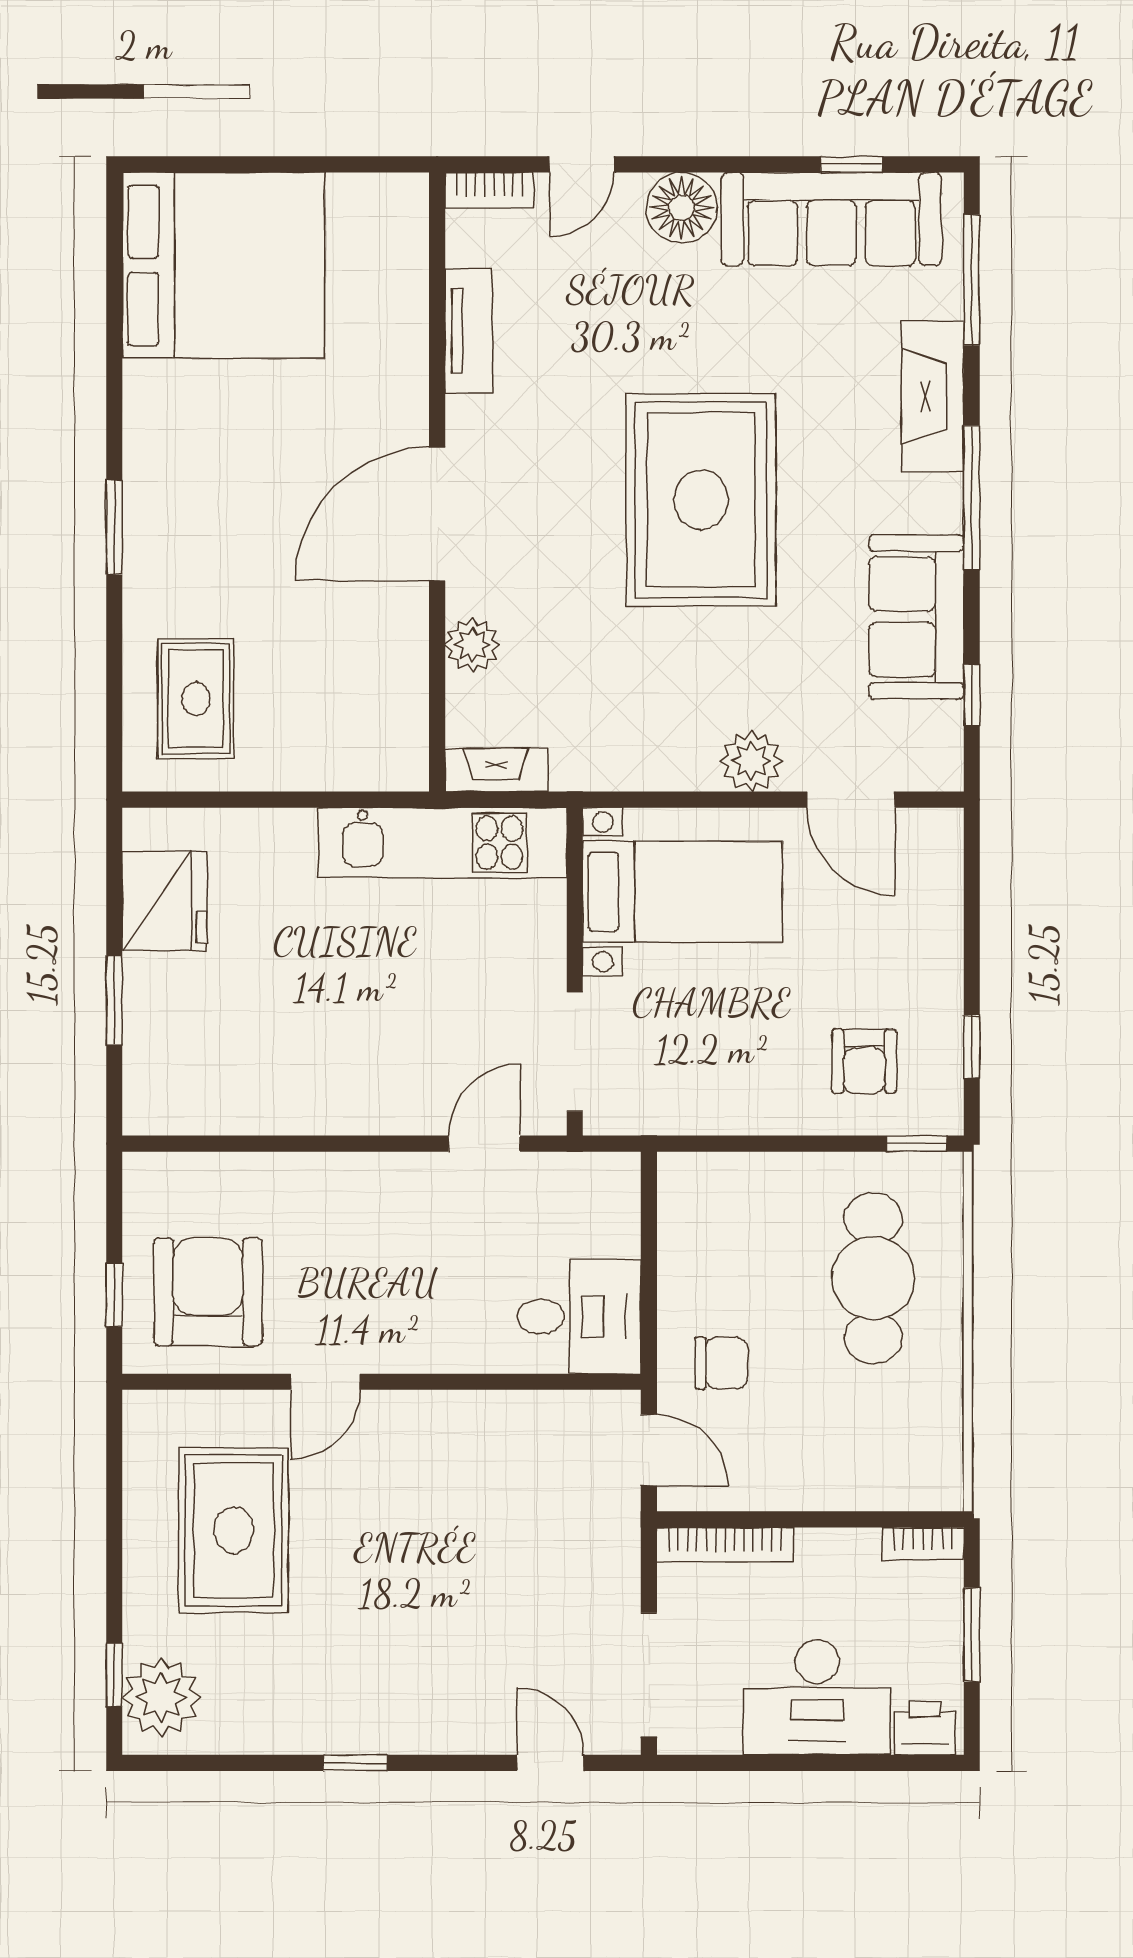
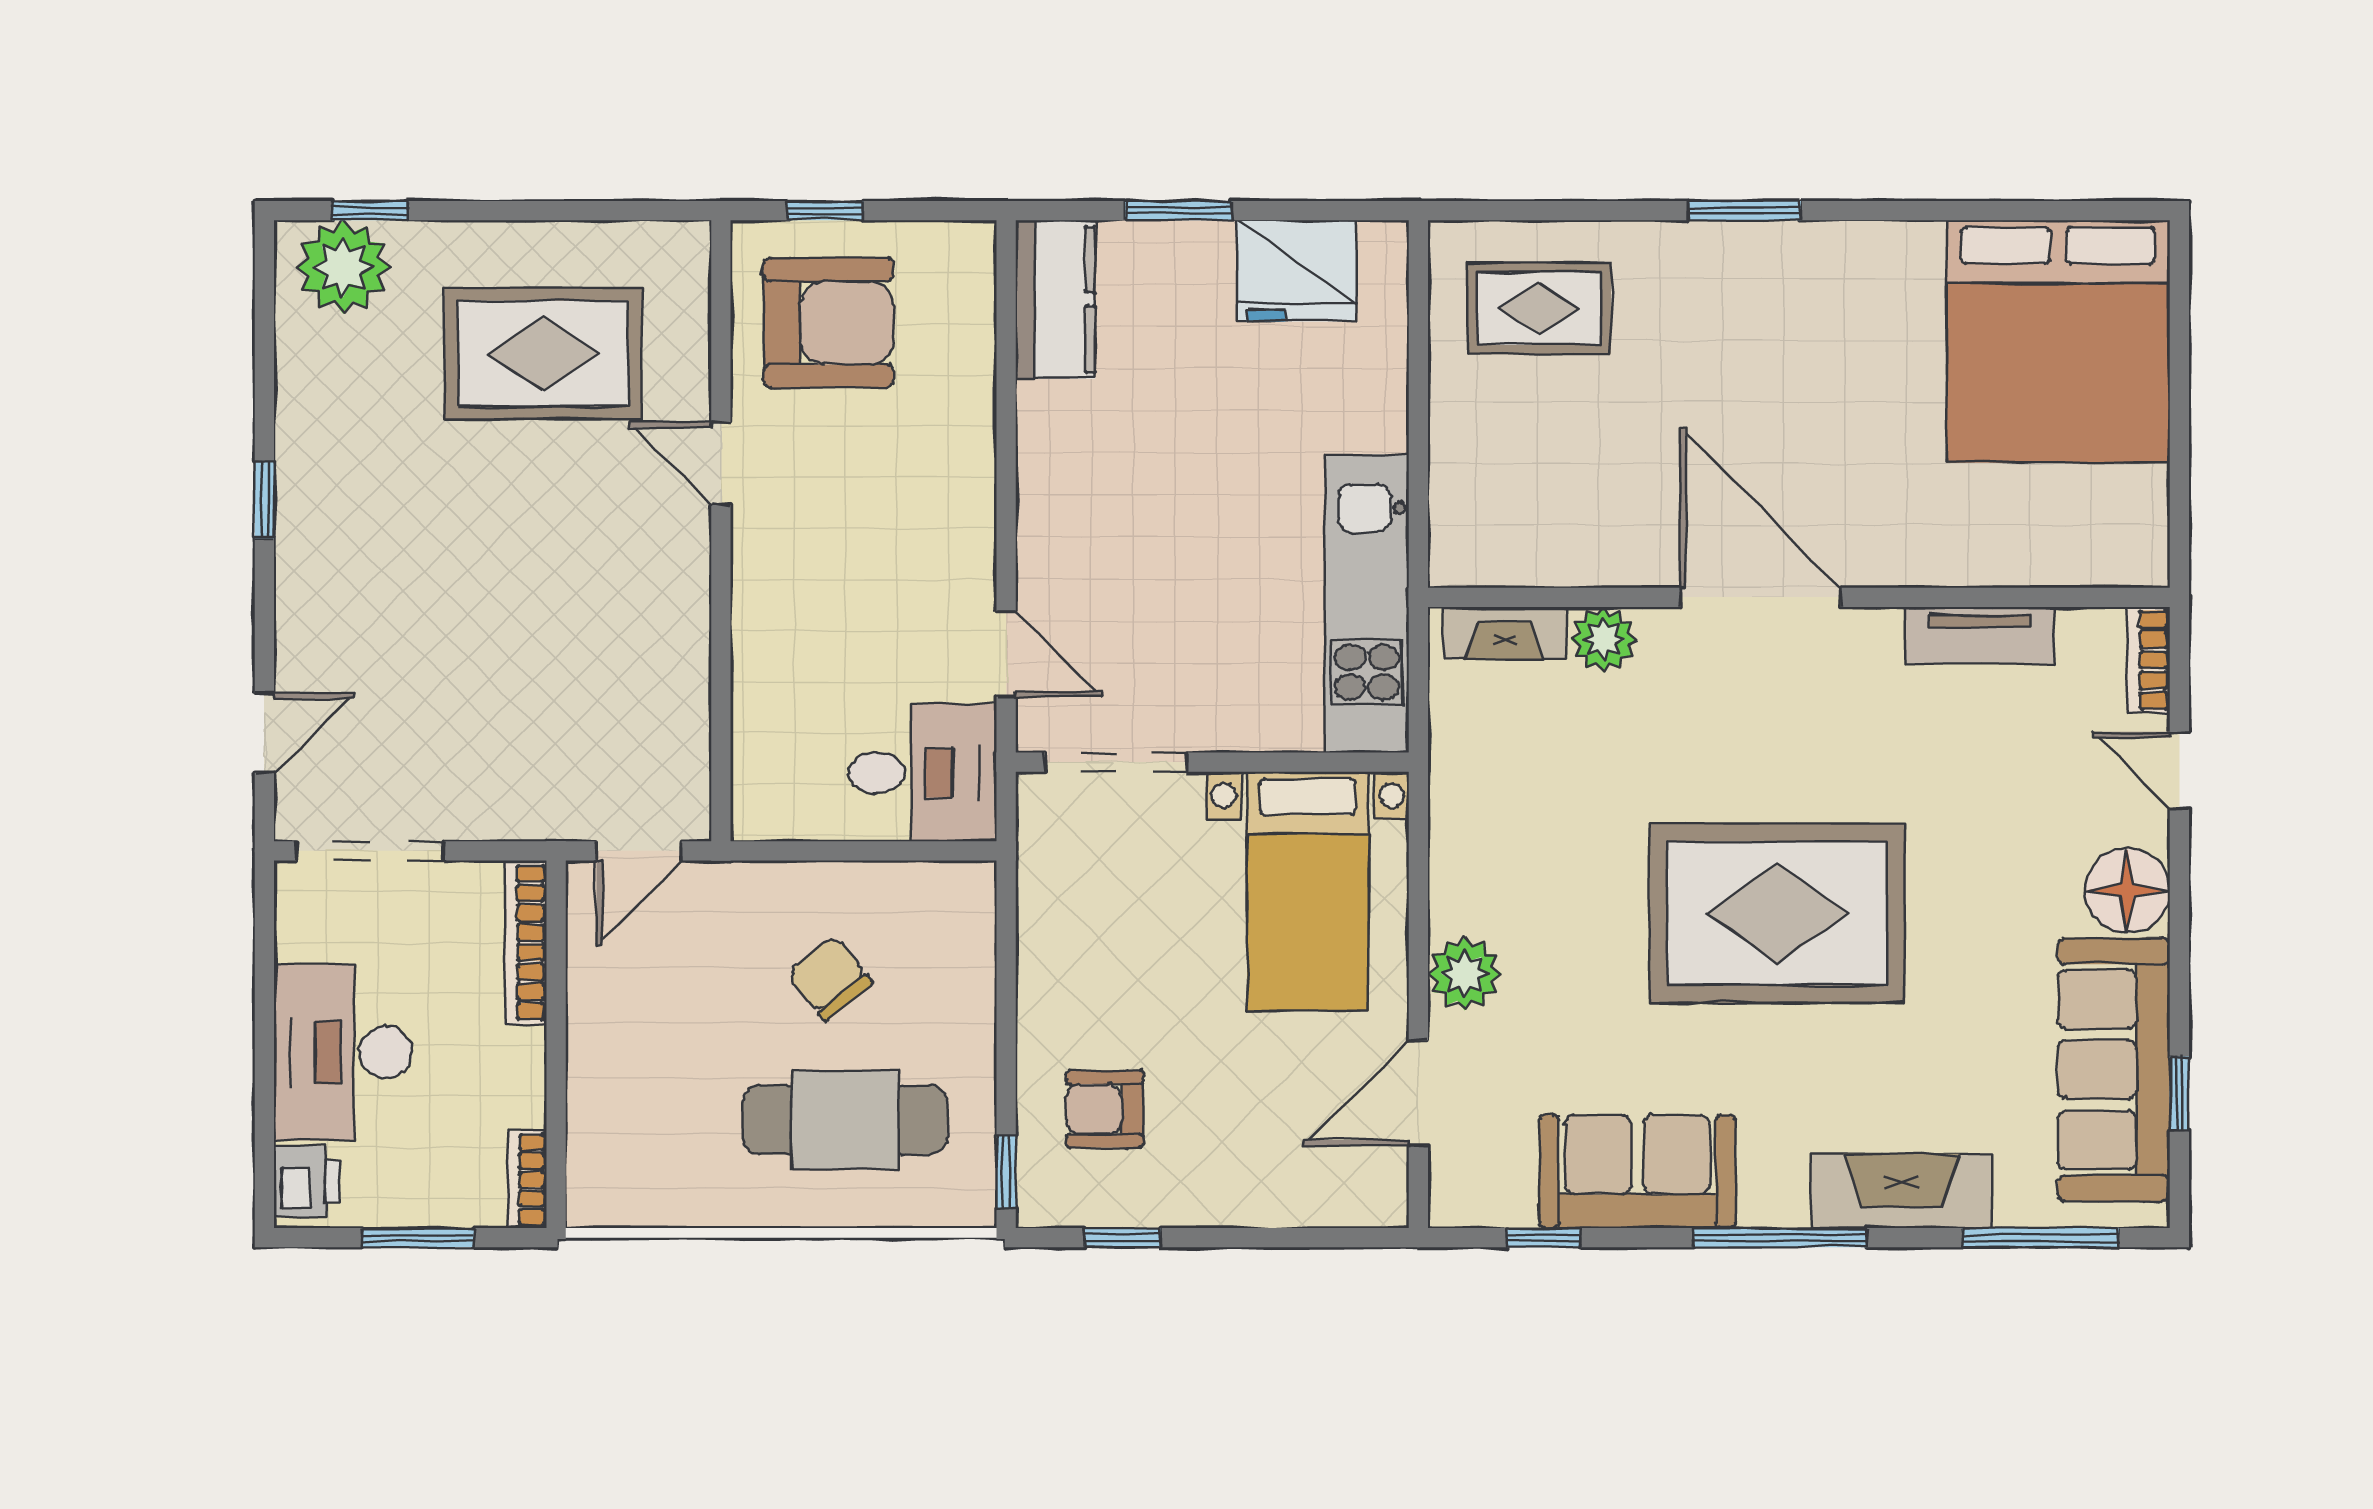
fireplace: (496, 770) -> (1505, 633), moved, turned 90
kitchen counter: (188, 1103) -> (1055, 299), added
desk: (579, 1317) -> (923, 773), moved, turned -90
chair: (722, 1363) -> (830, 978), moved, turned 141

